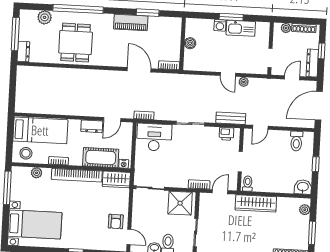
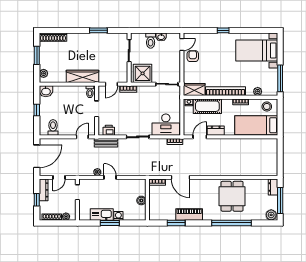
plant: (45, 17) -> (271, 215), moved
door: (129, 237) -> (182, 44), swing flipped

